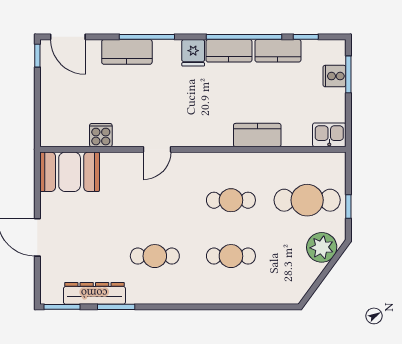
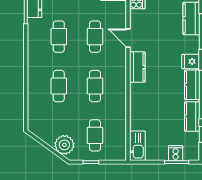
kitchen counter: (257, 135) -> (137, 67), moved
kitchen sink: (329, 135) -> (137, 146), width x1.38
cafe table: (155, 200) -> (95, 37), added
cafe table: (307, 200) -> (95, 135), width x0.73, depth x0.74

